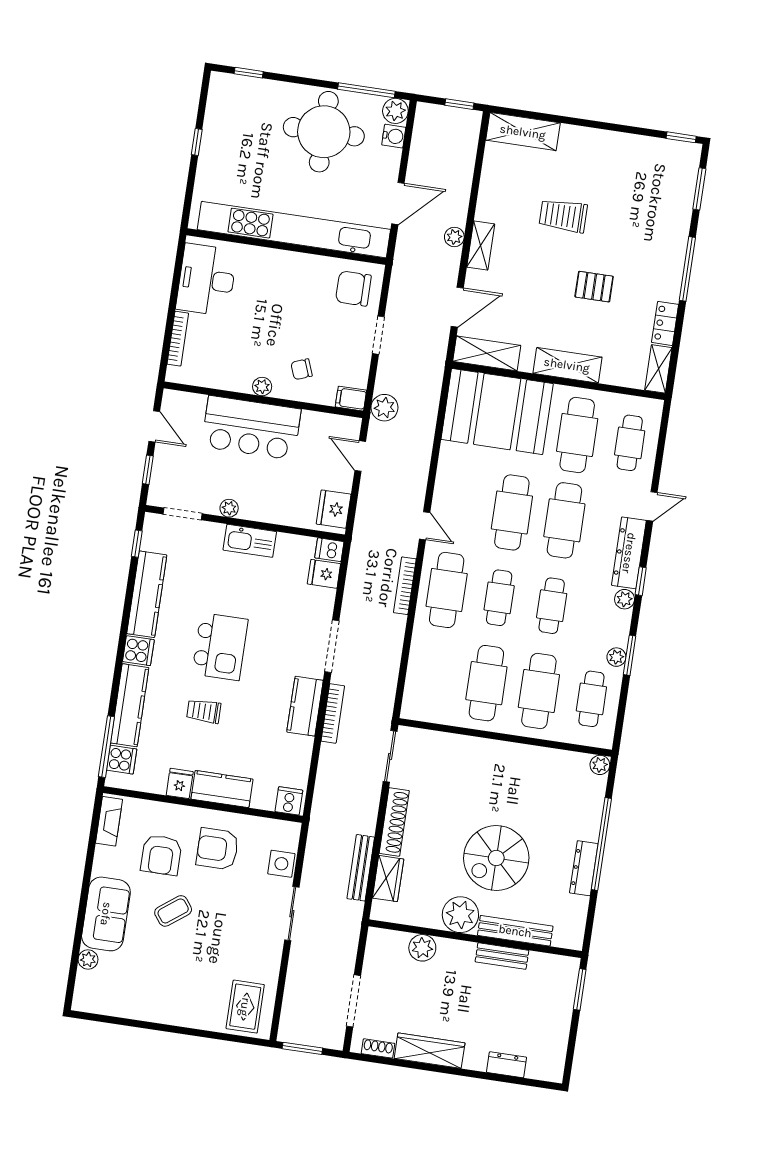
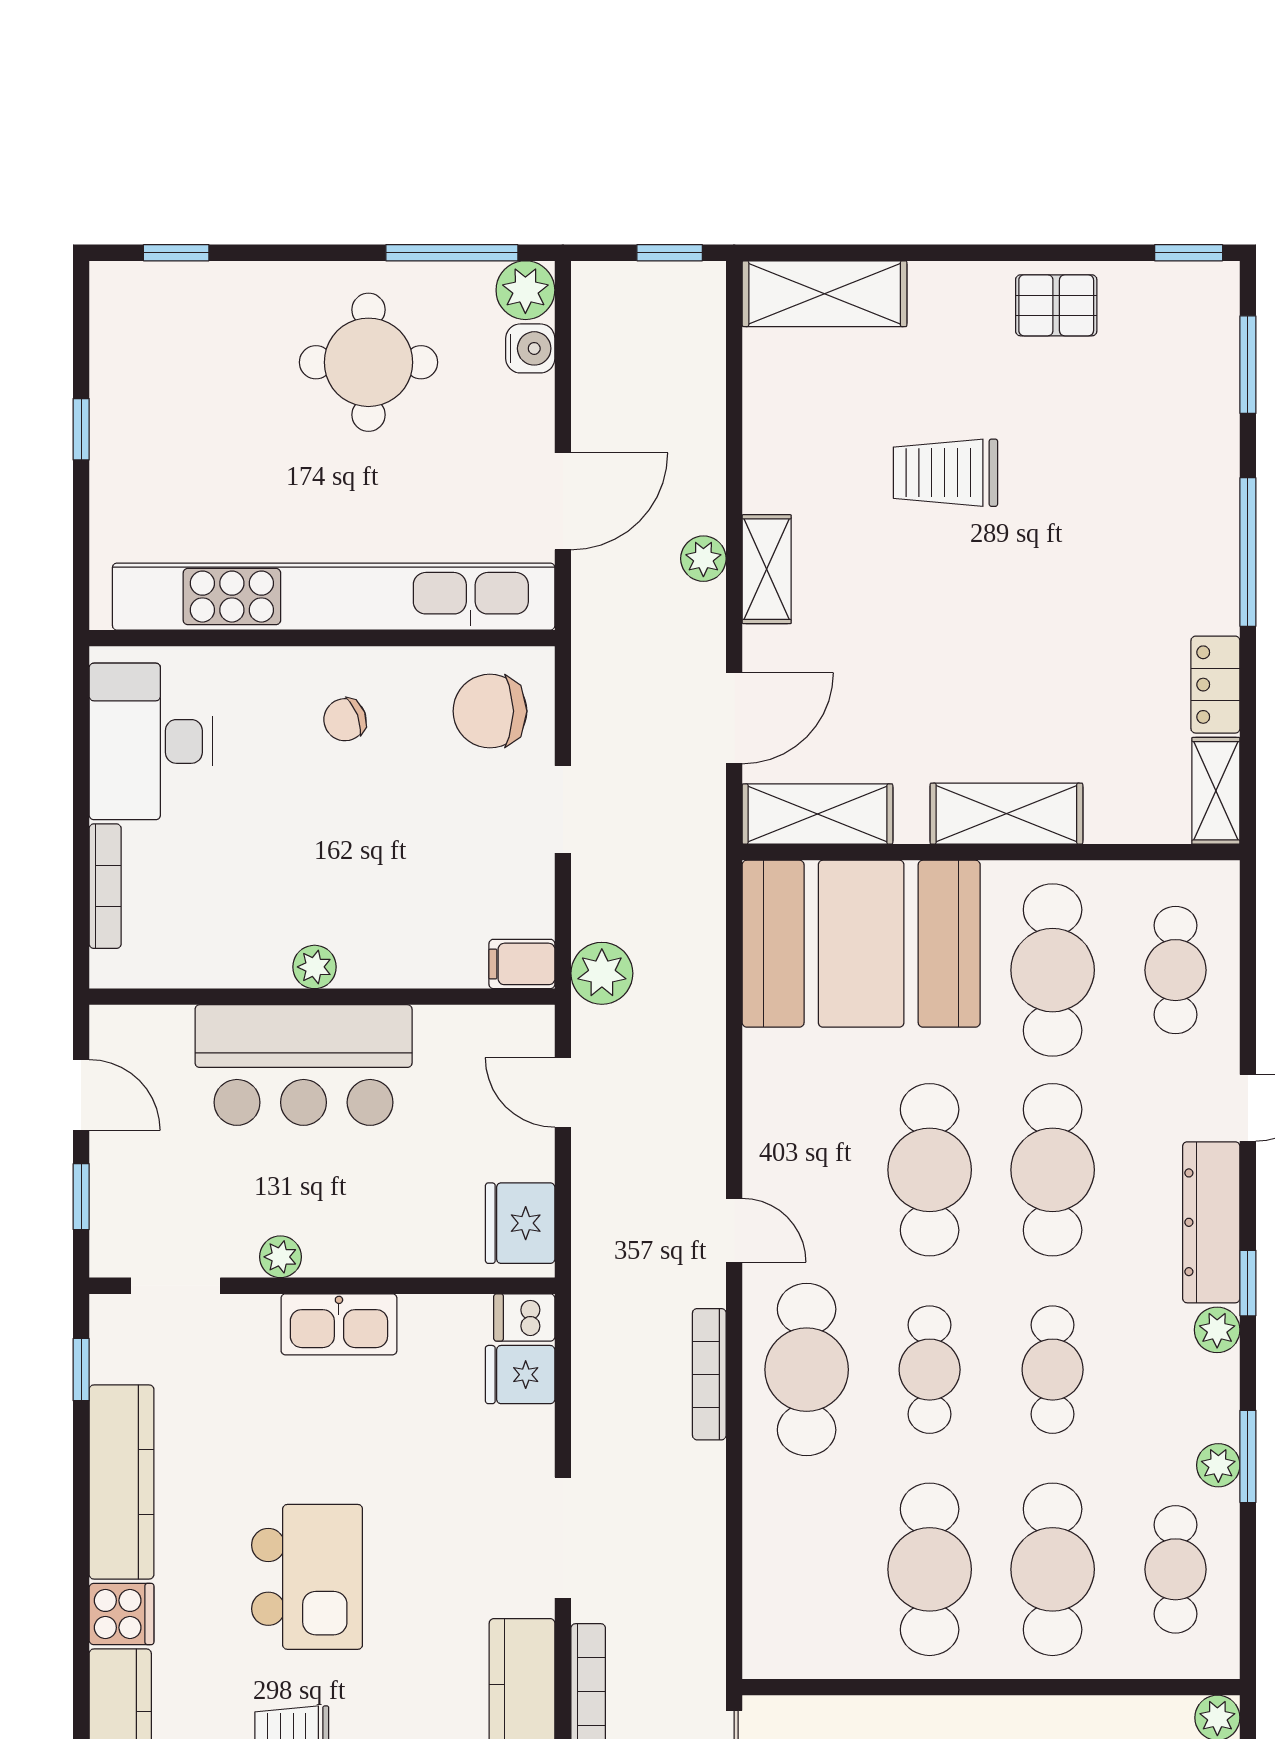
round table: (324, 132) -> (368, 362), width x0.73, depth x0.73
pallet: (594, 287) -> (1056, 305), moved
chair: (302, 369) -> (345, 720), moved

